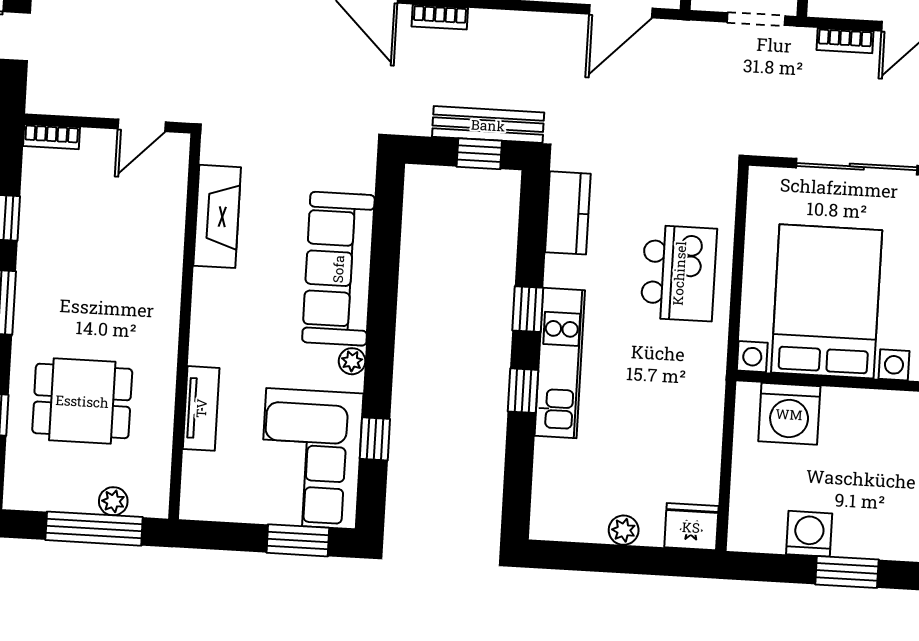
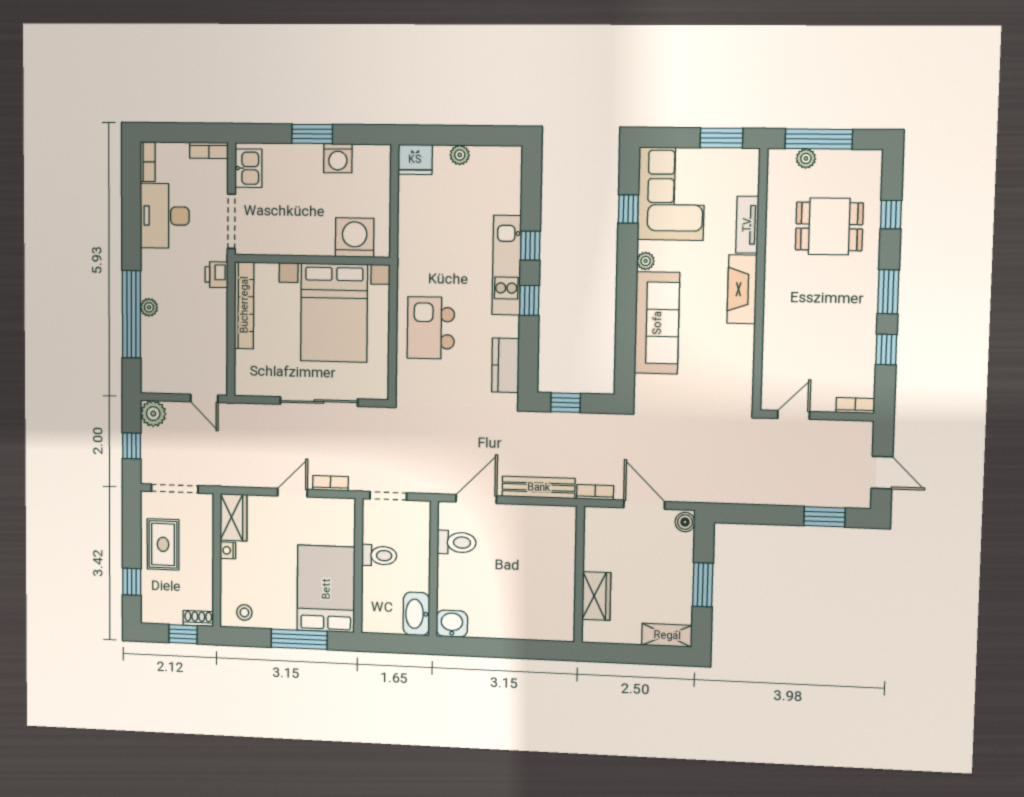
bench: (488, 125) -> (539, 487), moved
fireplace: (217, 216) -> (742, 289), moved
window: (298, 540) -> (722, 138), moved

